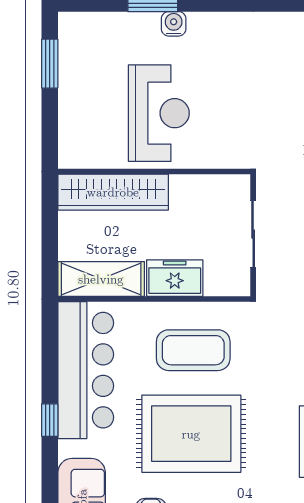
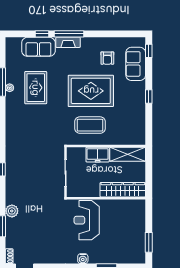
water cooler: (174, 24) -> (83, 259), moved
reception desk: (159, 113) -> (87, 220), moved
bar counter: (86, 370) -> (134, 117), removed

